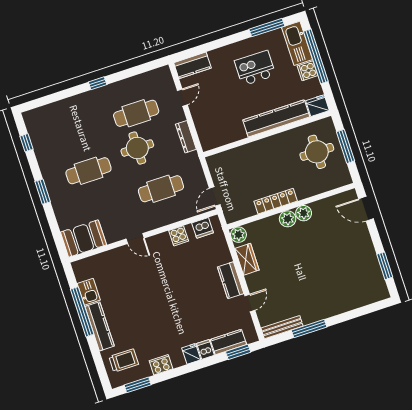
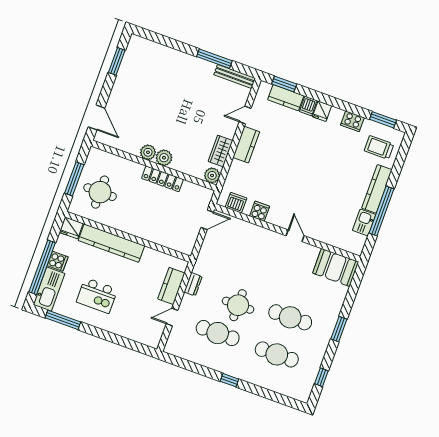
kitchen counter: (192, 65) -> (171, 286), moved, turned -90
dresser: (186, 137) -> (193, 284), width x0.70
cafe table: (161, 189) -> (277, 354), moved

